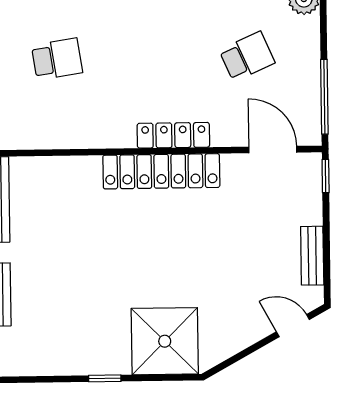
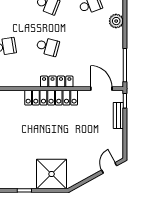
school desk: (247, 56) -> (48, 47), moved, turned 39
bench: (312, 256) -> (118, 115), moved
door: (293, 326) -> (109, 168), hinge flipped

